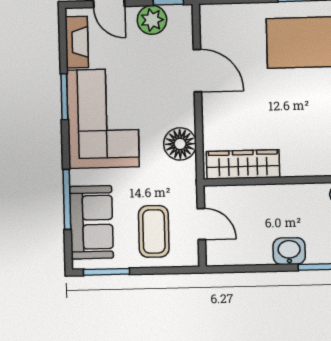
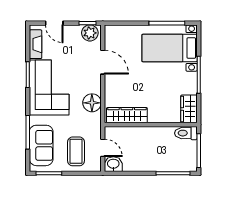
plant: (152, 20) -> (90, 33), moved
washbasin: (289, 251) -> (113, 164), moved

